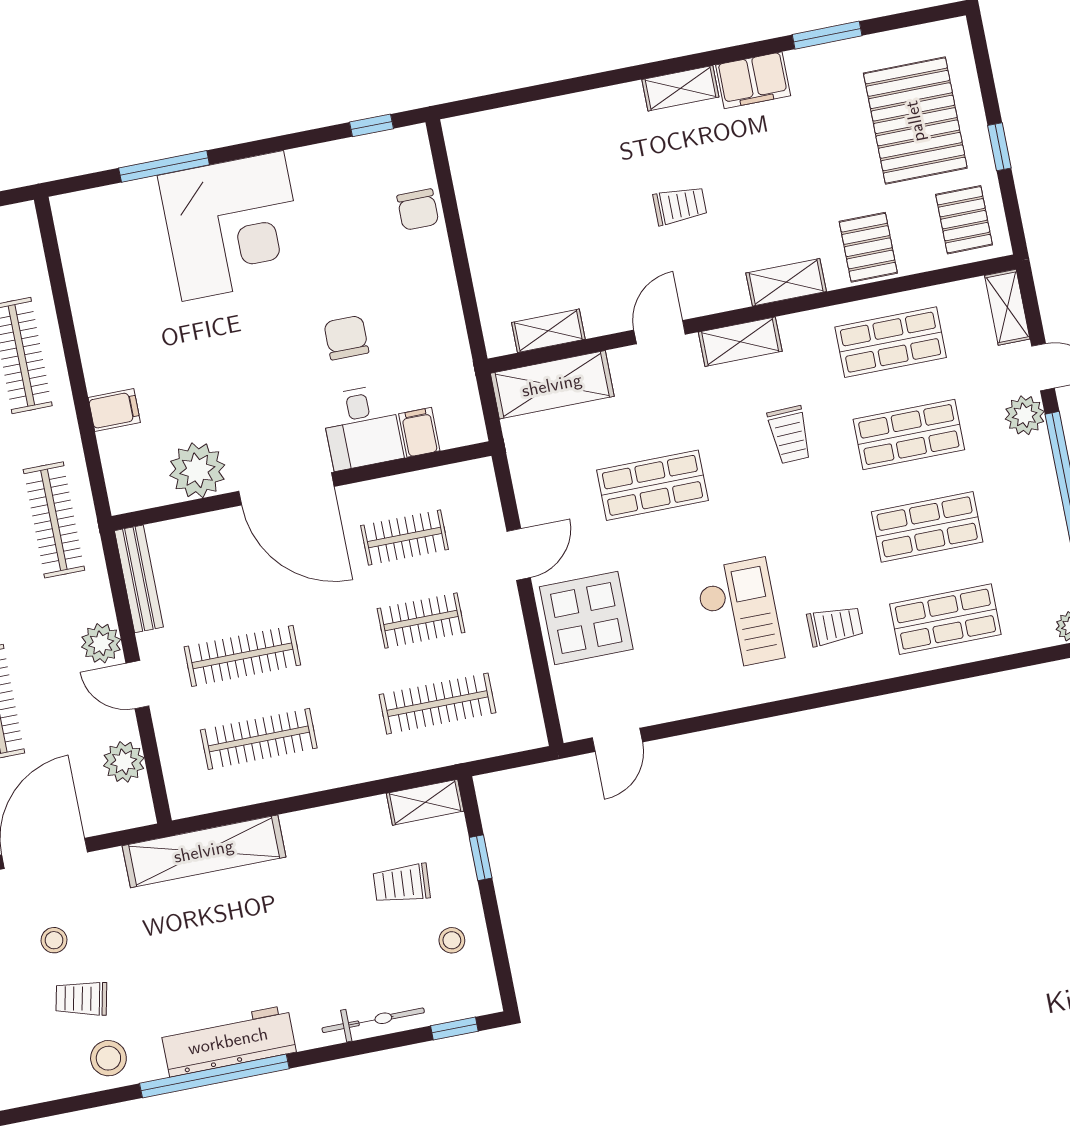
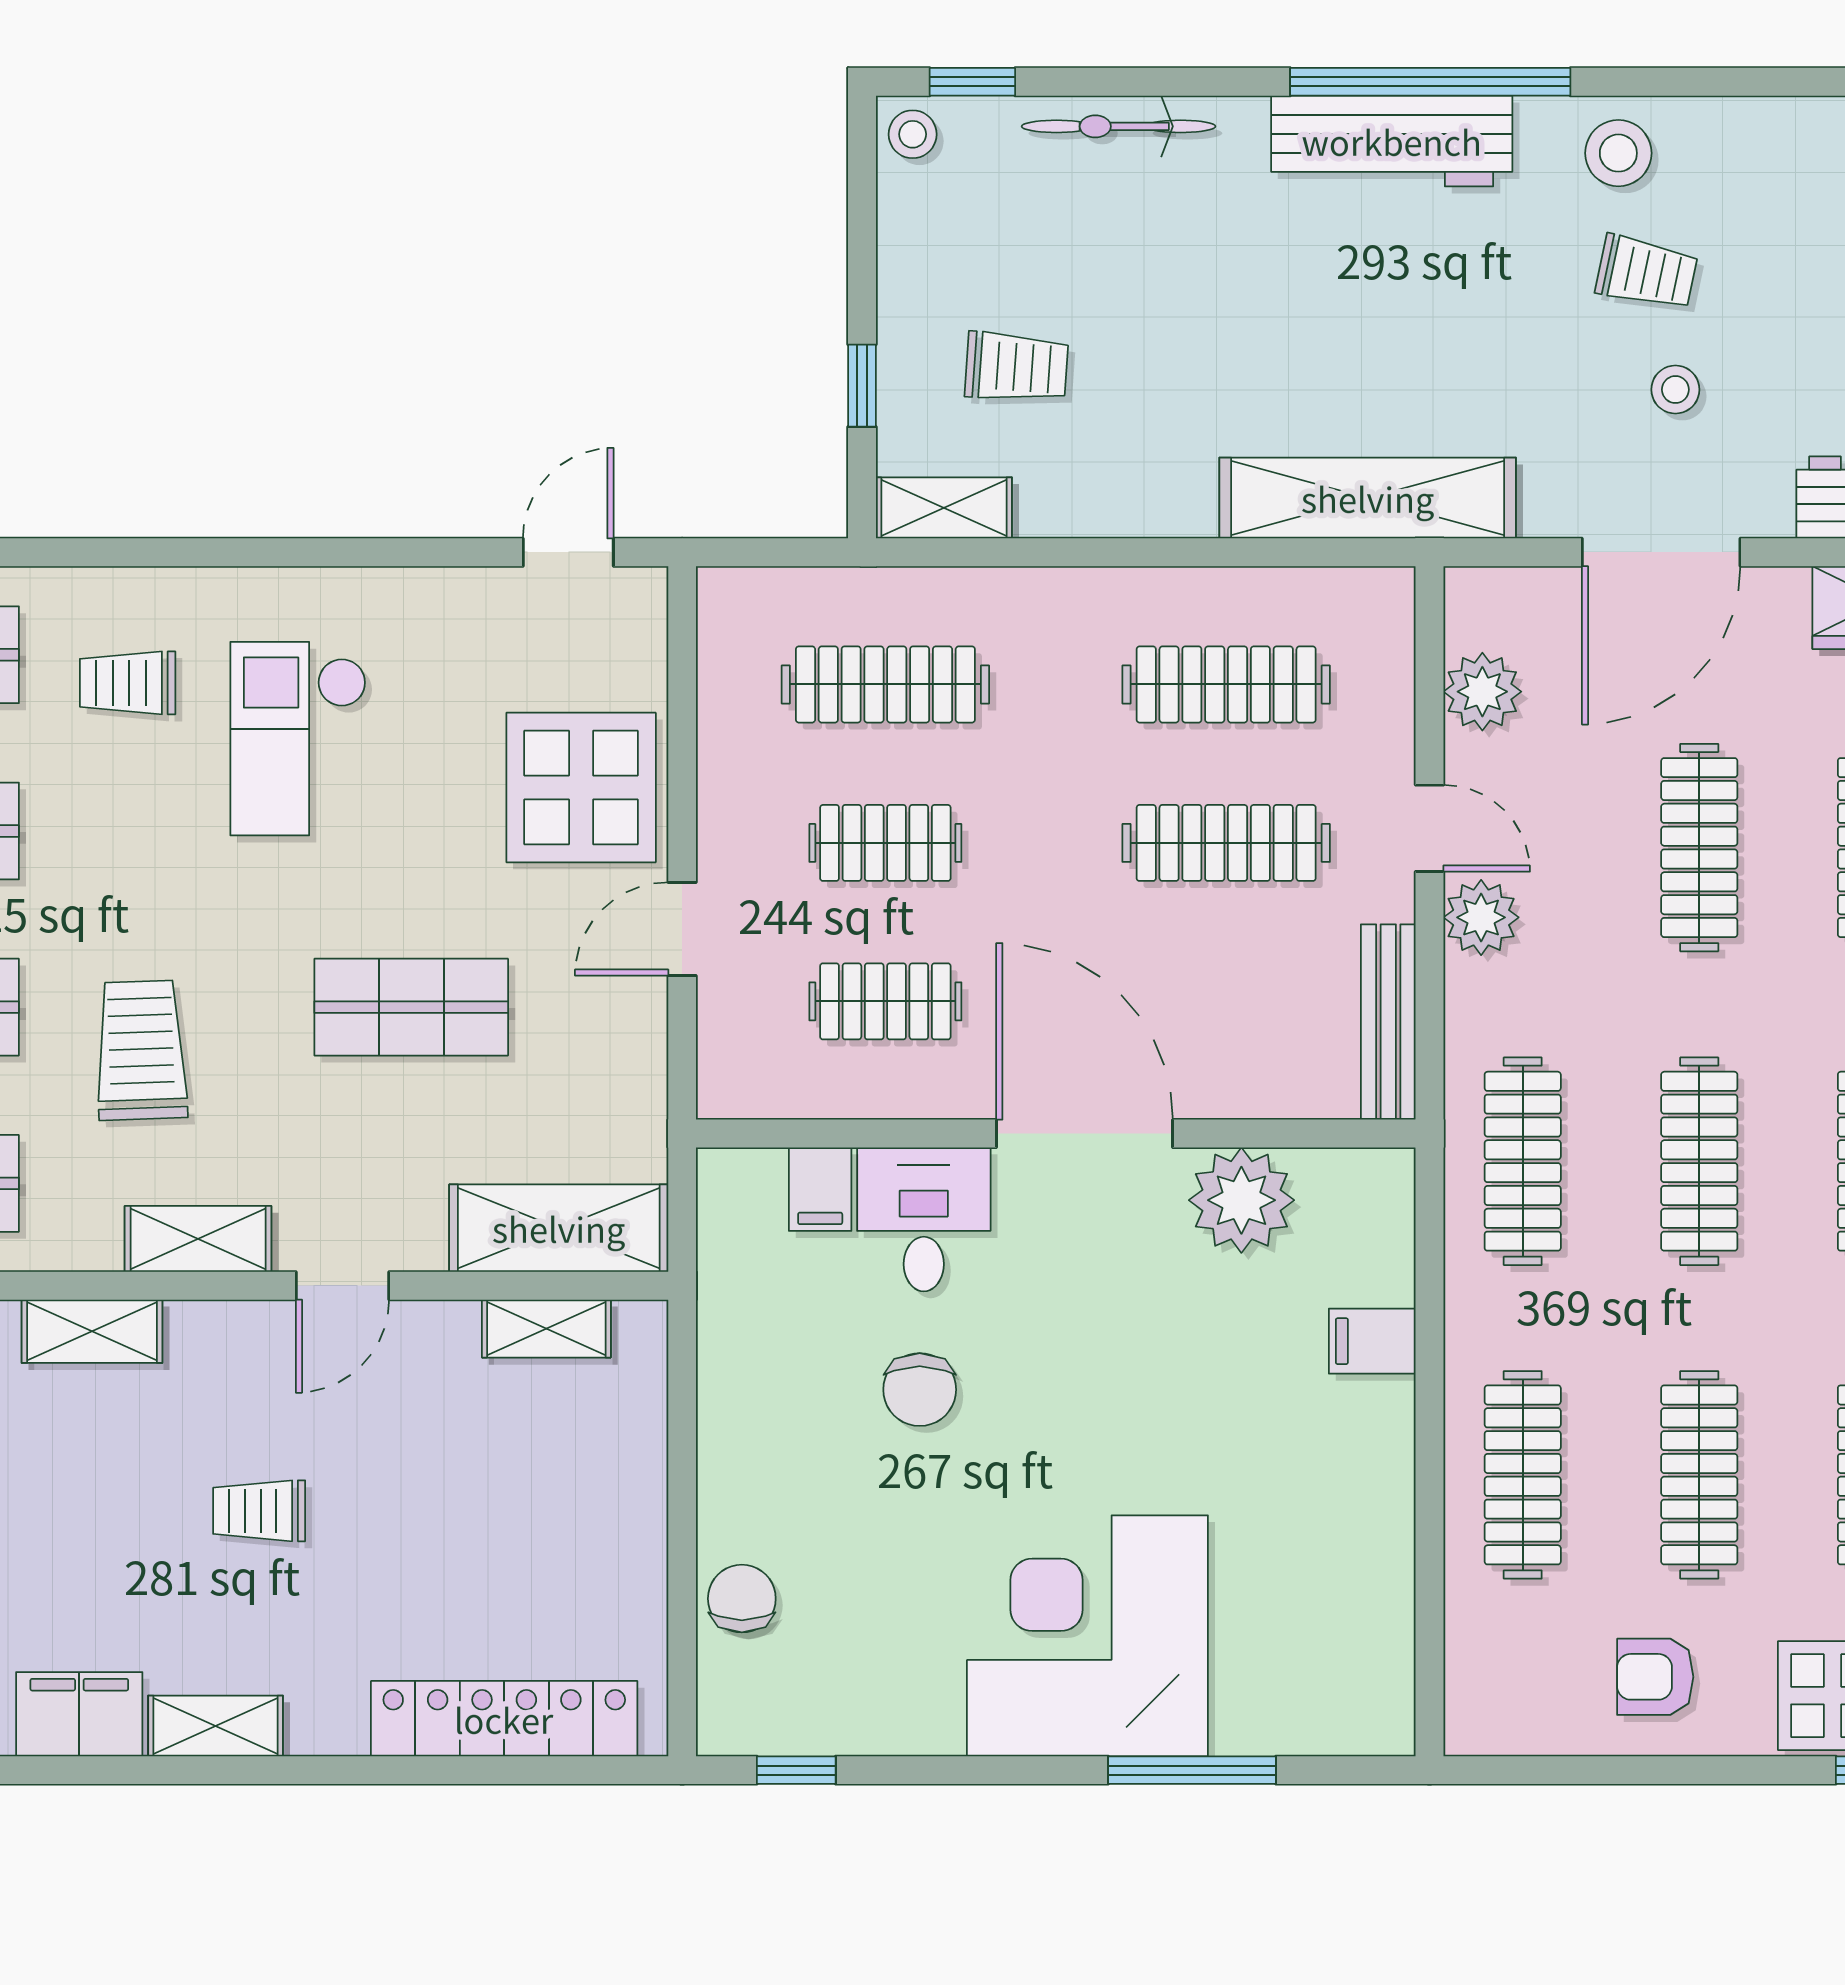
locker: (530, 122) -> (504, 1719), added
trolley: (790, 435) -> (141, 1050), width x1.36, depth x1.39
stool: (452, 940) -> (913, 134), moved

